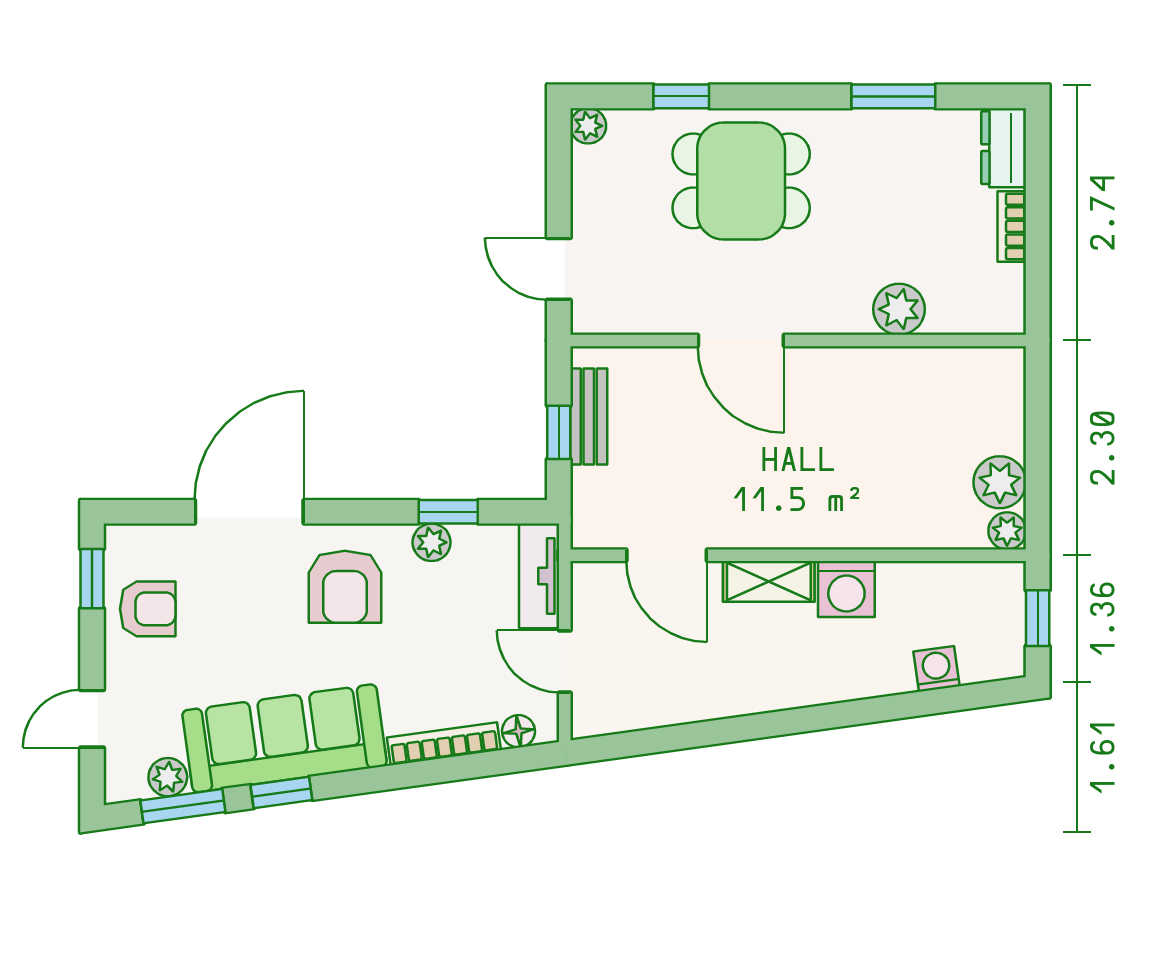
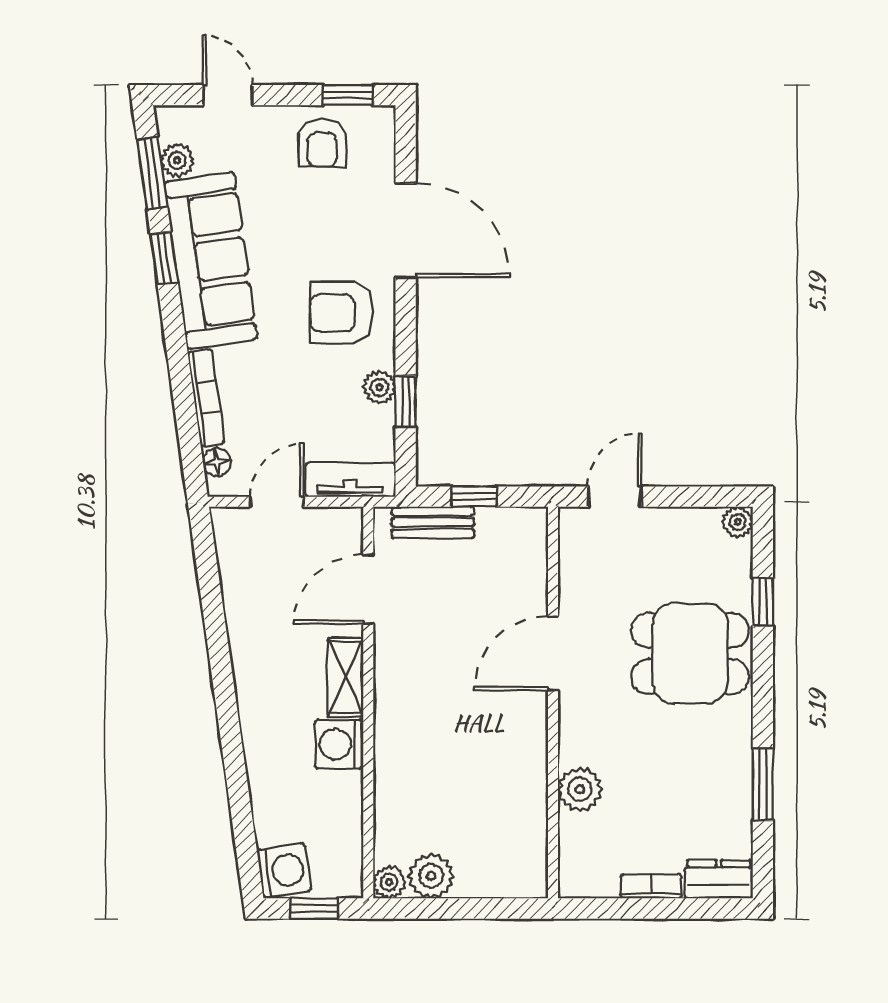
dining table: (741, 181) -> (690, 653), turned 90
bench: (589, 416) -> (433, 522), moved
washing machine: (936, 669) -> (284, 871), moved, width x1.38, depth x1.38

